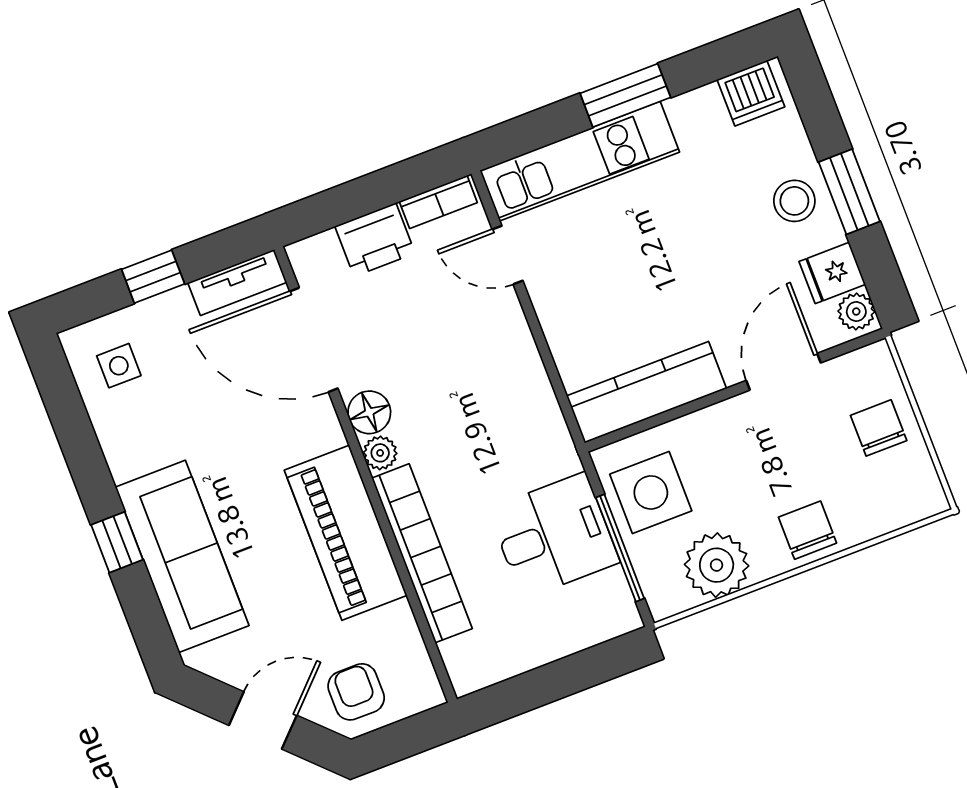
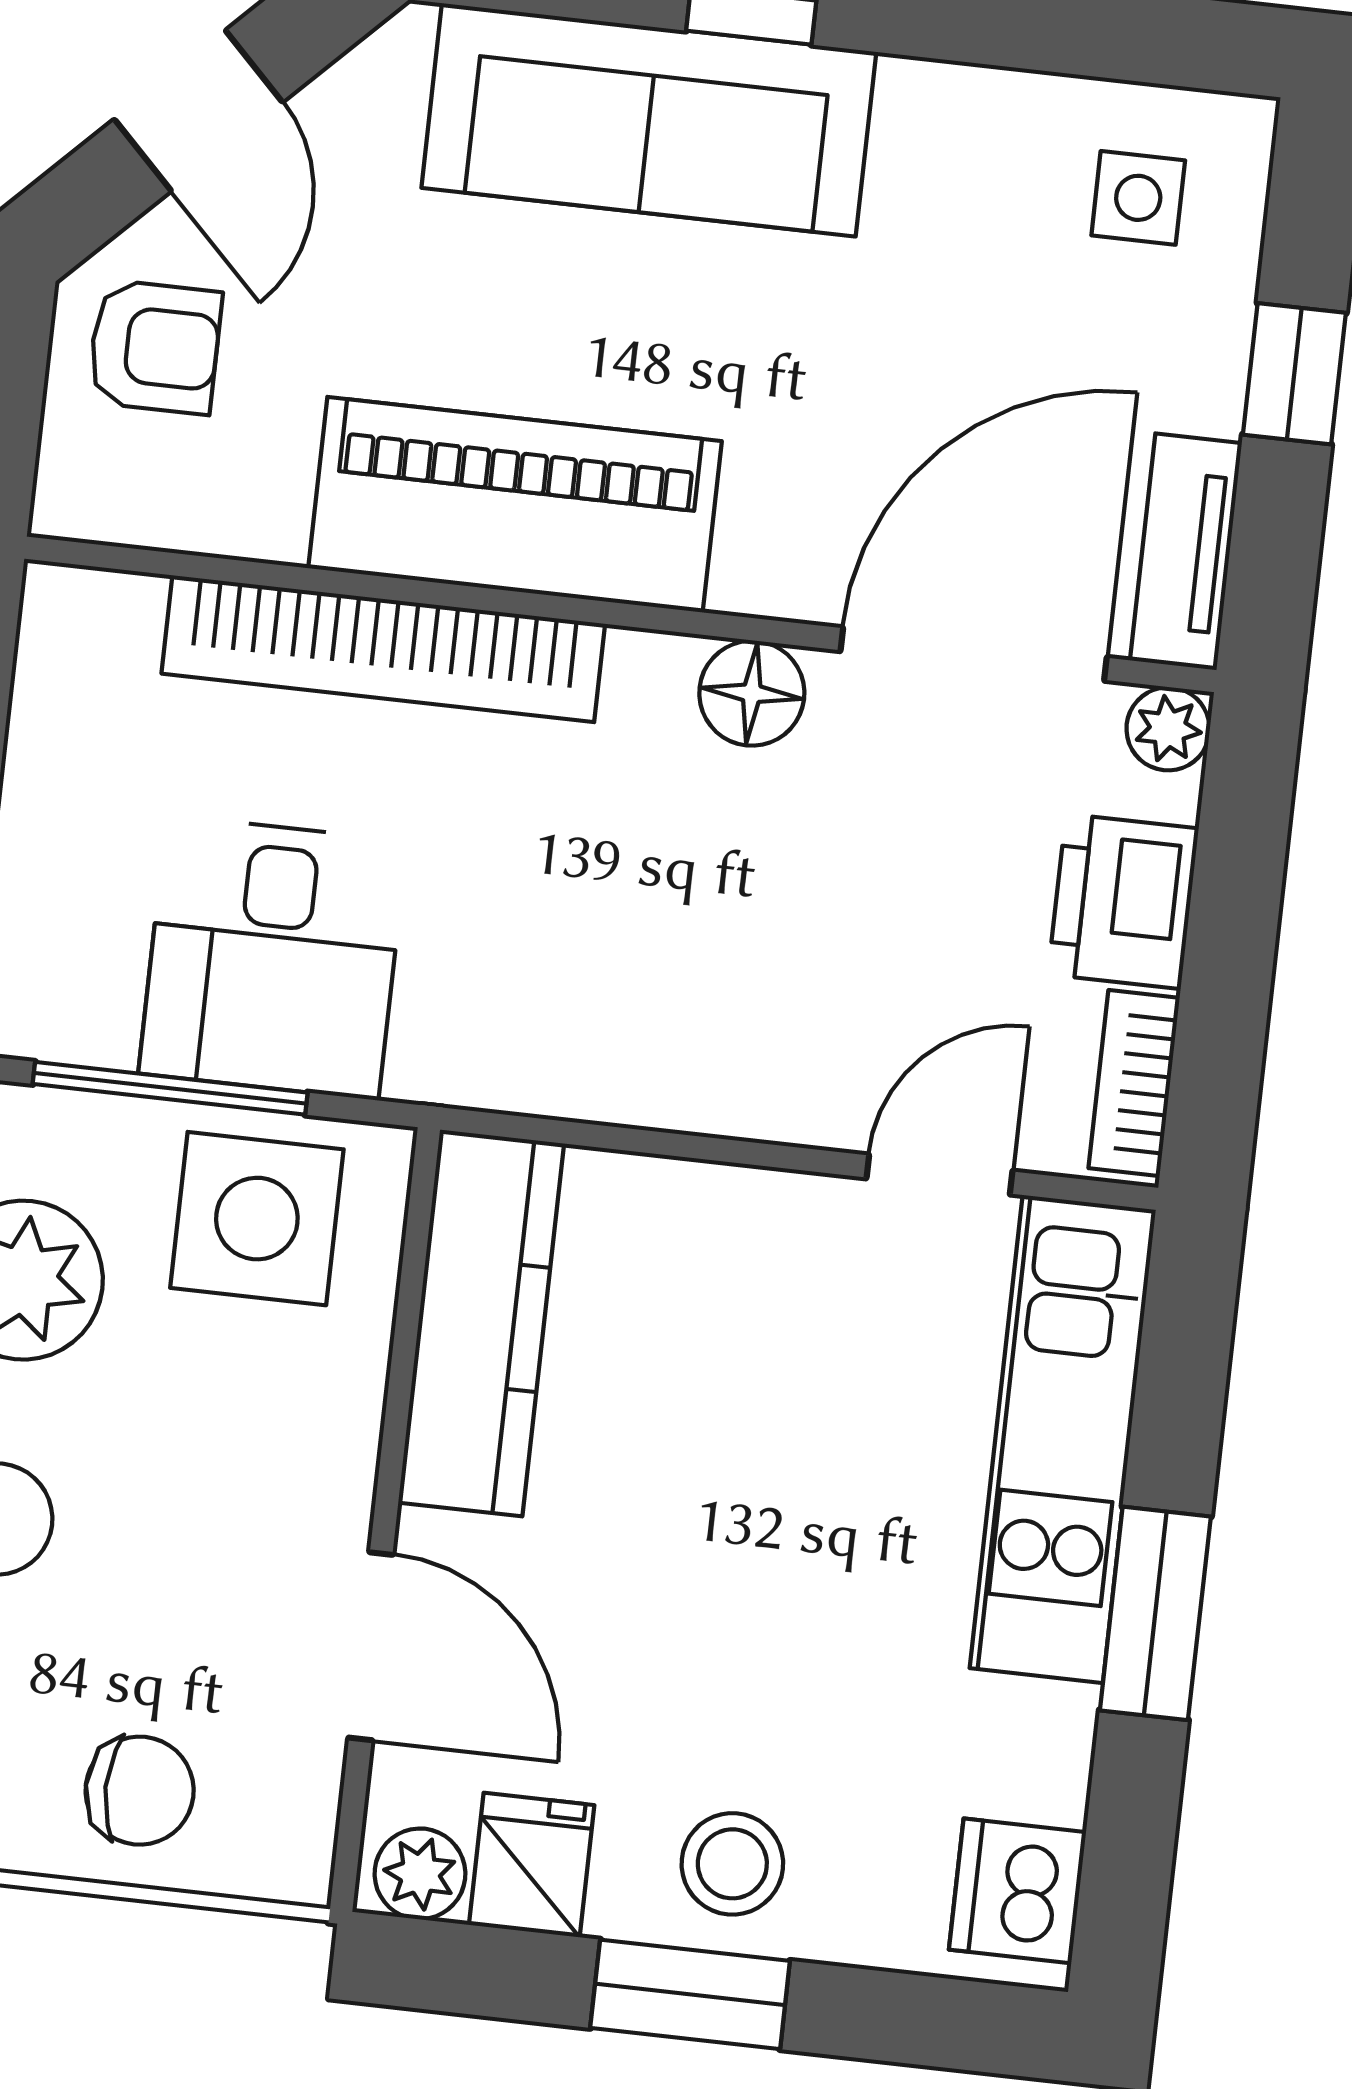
plant: (380, 453) -> (1168, 729), moved

